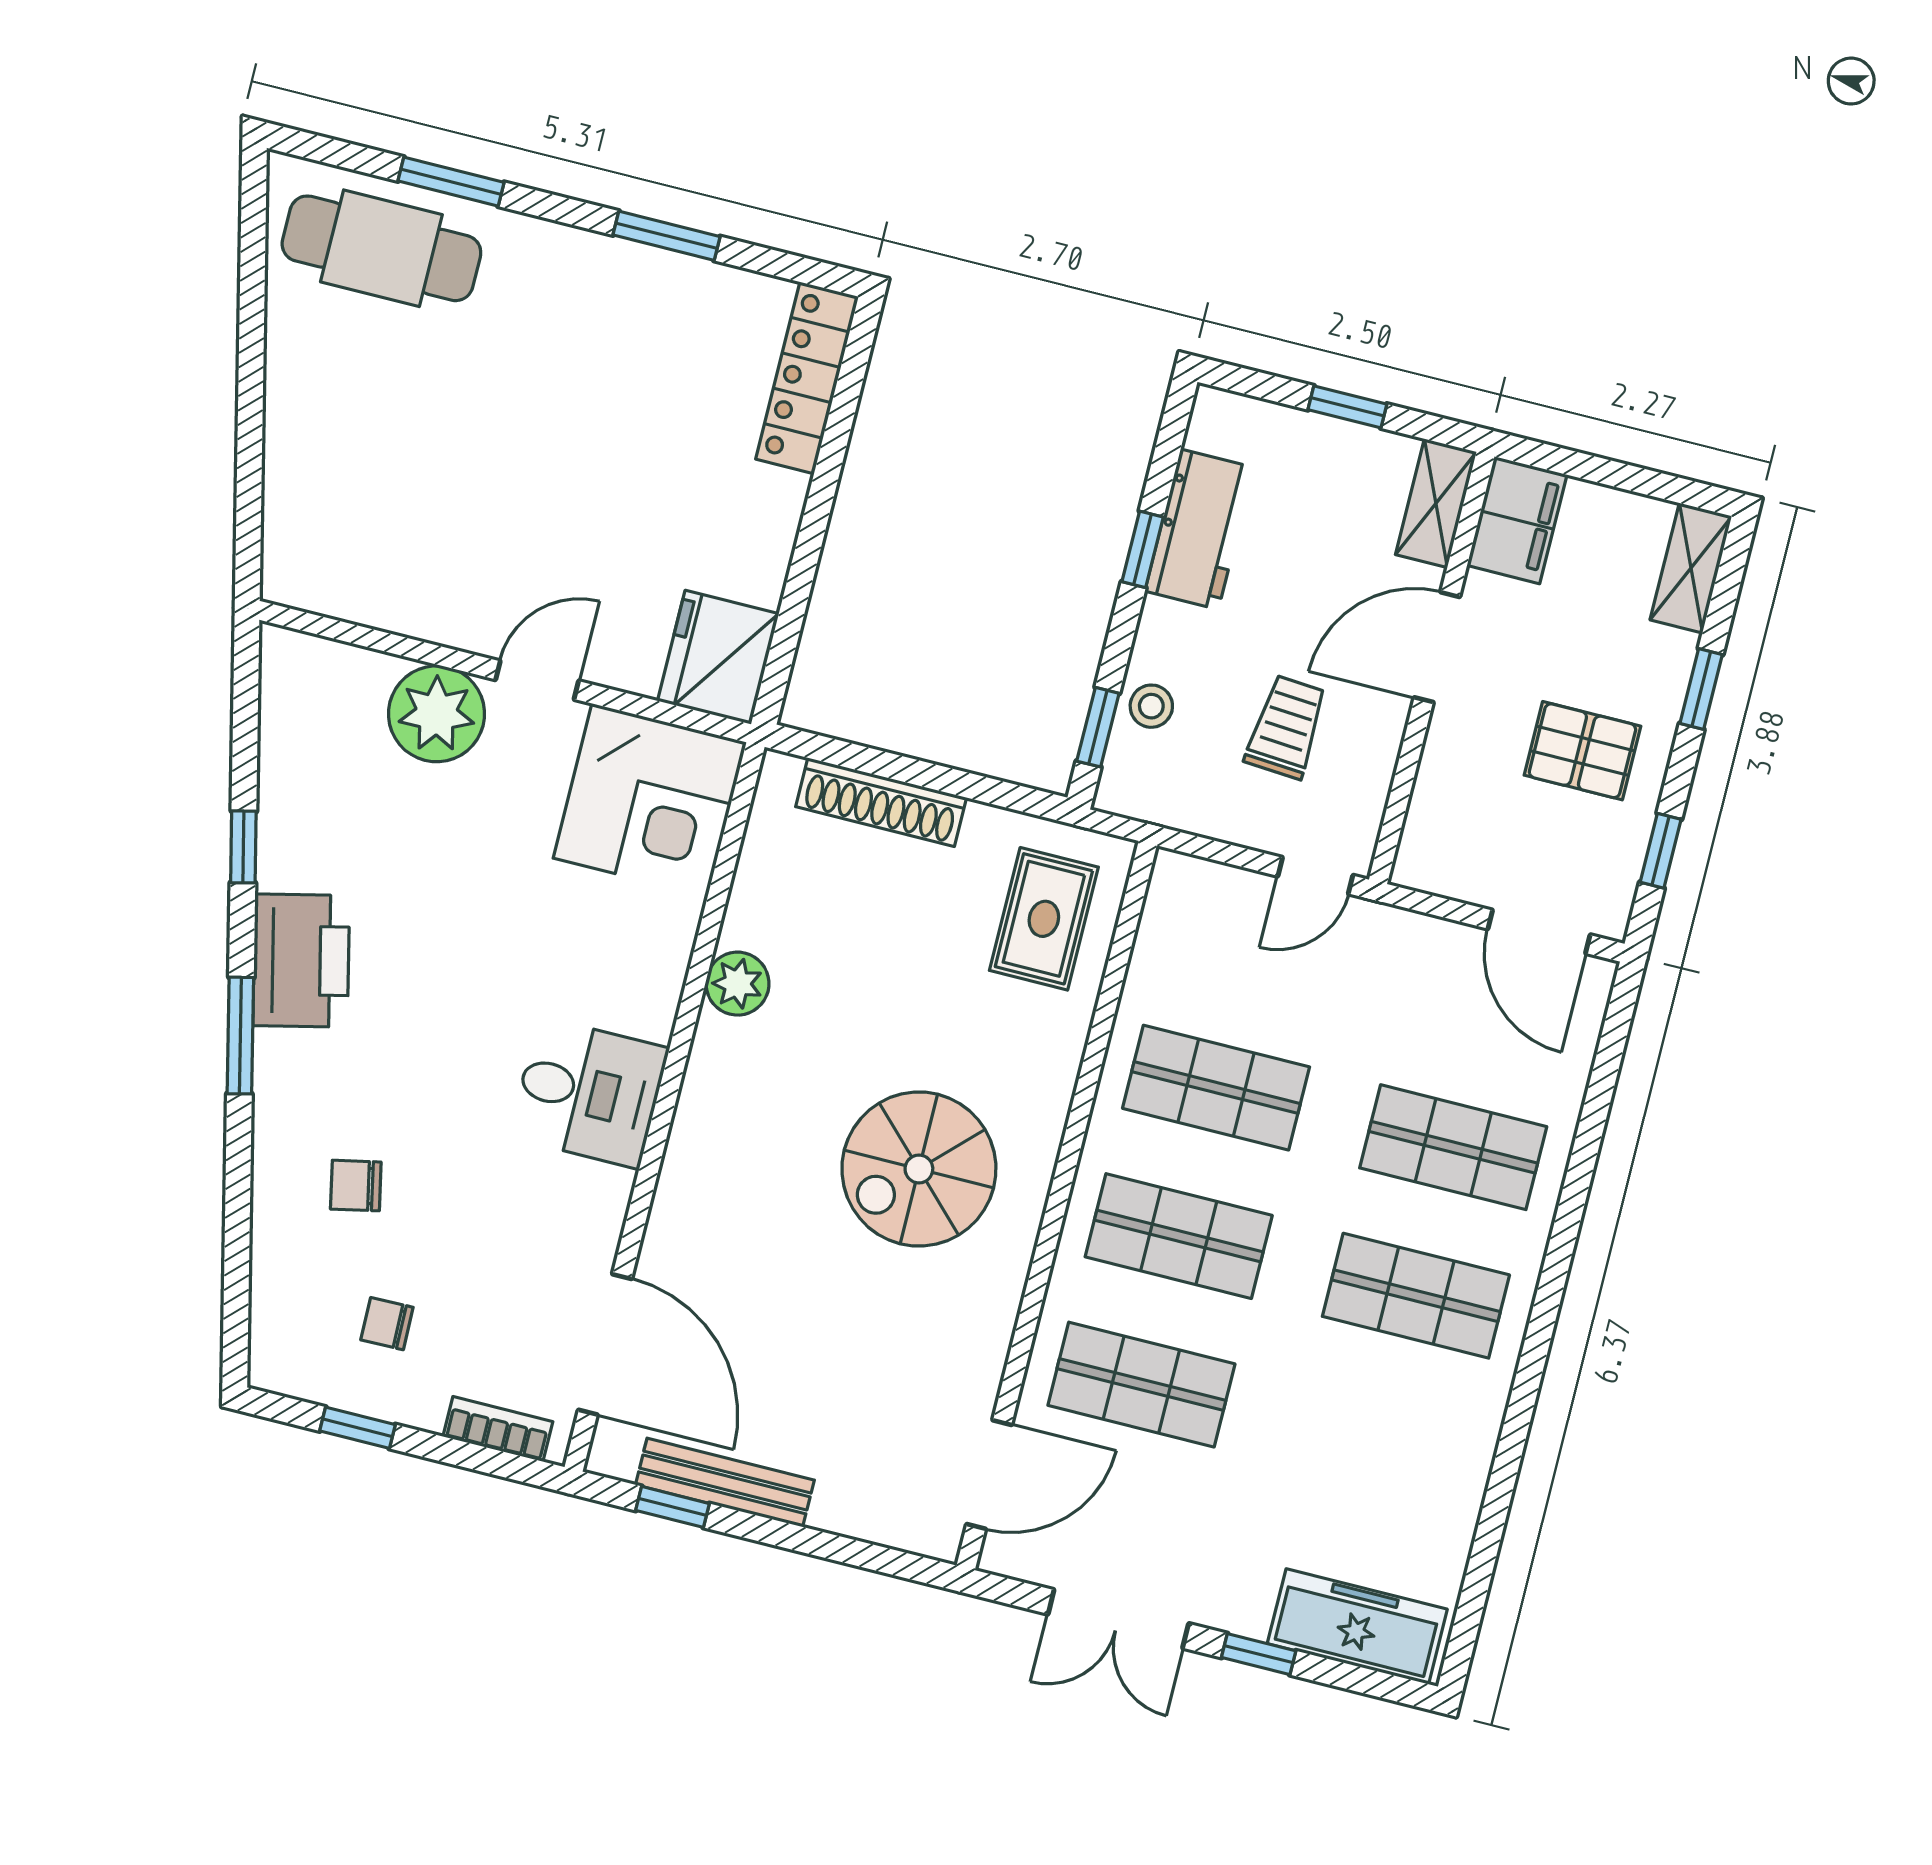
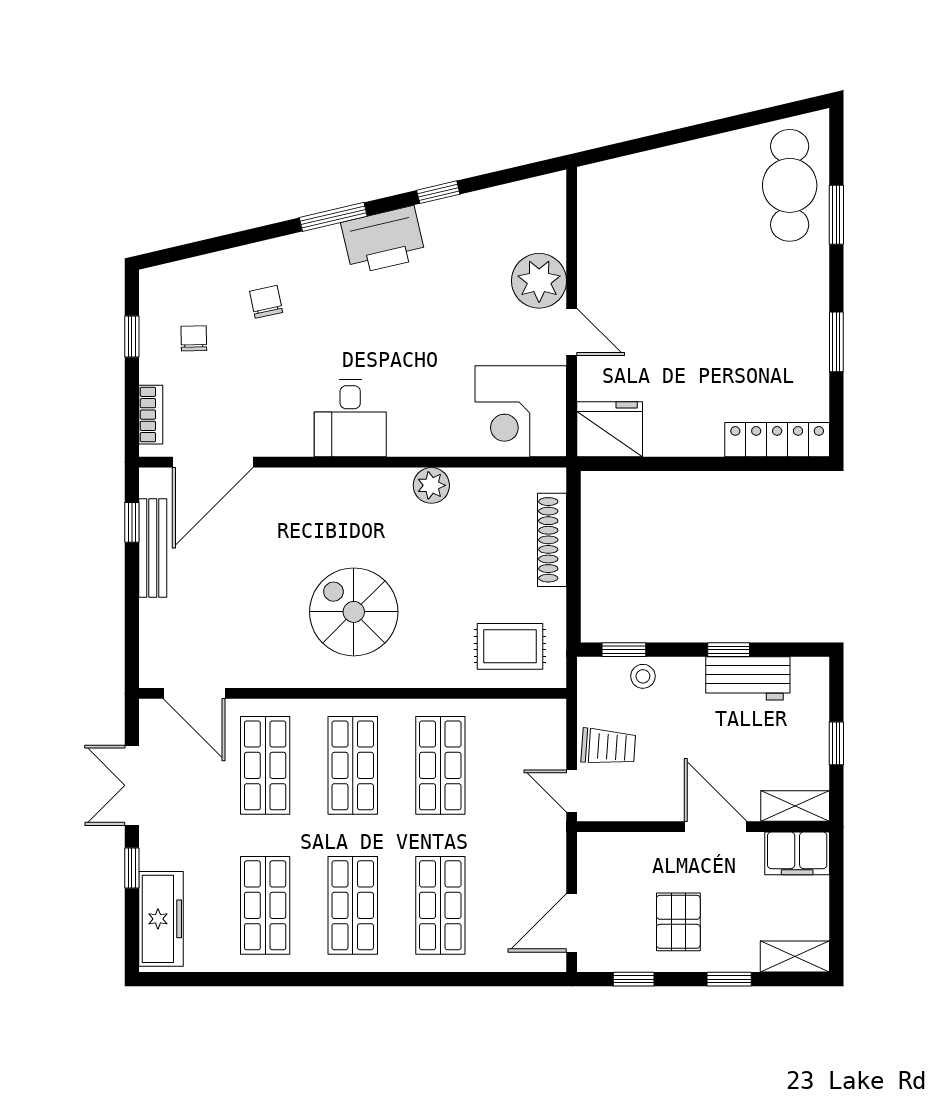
trolley: (1286, 727) -> (608, 747), moved
shop shelf: (1379, 1444) -> (265, 905), added

